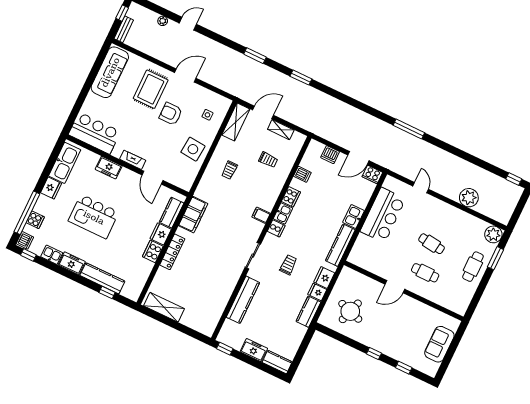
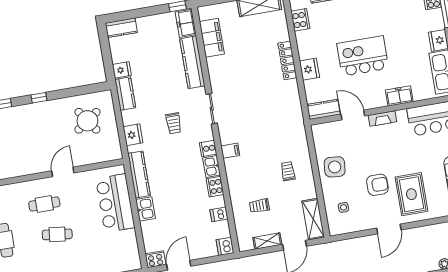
dishwasher: (330, 155) -> (225, 246), moved, turned -90
kitchen counter: (172, 213) -> (324, 109), moved, turned -90
filing cabinet: (193, 215) -> (212, 38), moved, turned 180
bar counter: (383, 215) -> (115, 203), moved
kitchen island: (94, 217) -> (363, 56), moved
cooker: (153, 251) -> (300, 20), moved
fridge: (317, 292) -> (122, 70), moved
round table: (350, 311) -> (87, 121), turned 37
freezer: (254, 350) -> (186, 23), moved, turned 90

